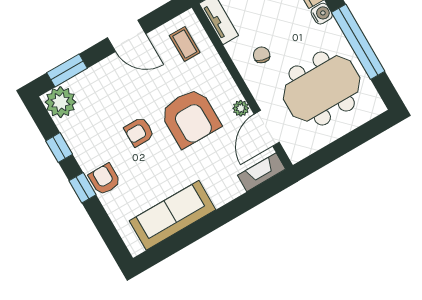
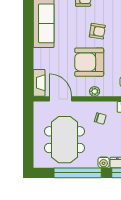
plant: (241, 108) -> (95, 91), moved
armchair: (139, 132) -> (97, 31), turned 99

